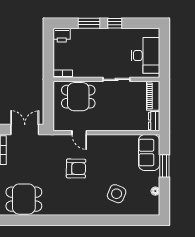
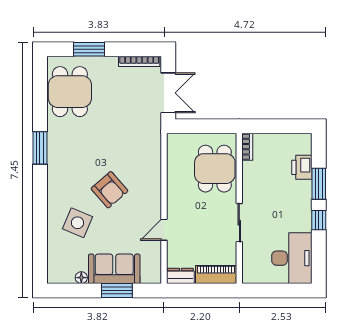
printer: (62, 35) -> (302, 167), moved
desk: (145, 55) -> (292, 258), moved, turned -90
door: (79, 133) -> (164, 230), moved
sofa: (149, 152) -> (114, 269), moved
armchair: (76, 168) -> (109, 190), moved, turned -42
window: (64, 220) -> (40, 148), added

